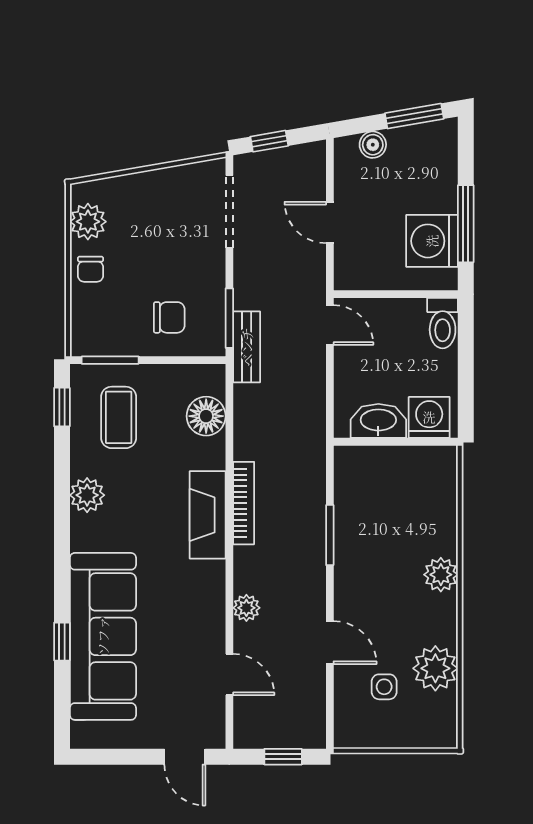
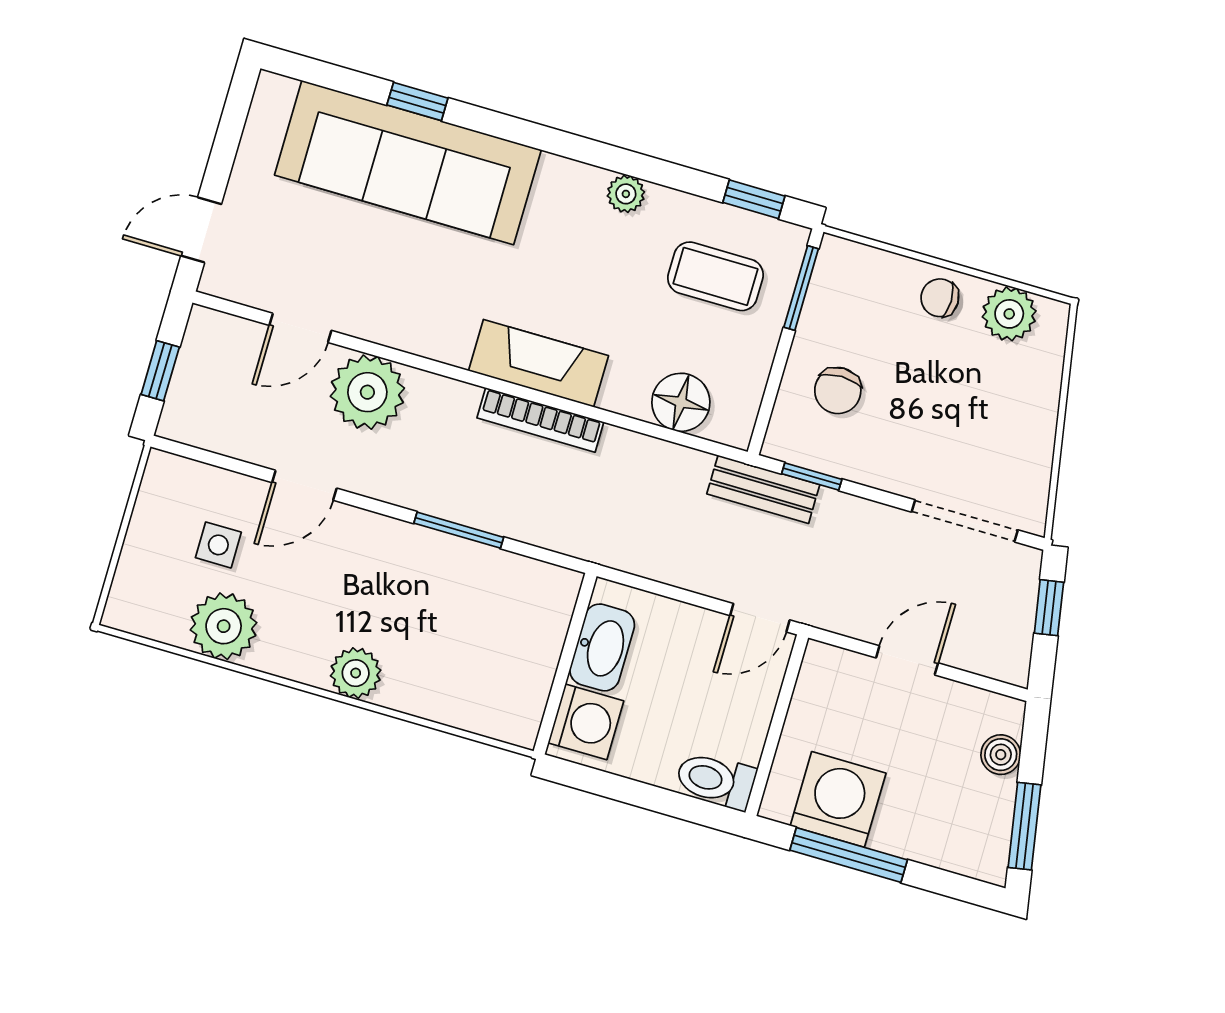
window: (229, 318) -> (812, 476), width x0.67
plant: (87, 495) -> (626, 194), width x0.73, depth x0.73
plant: (246, 608) -> (367, 392), width x1.88, depth x1.88

